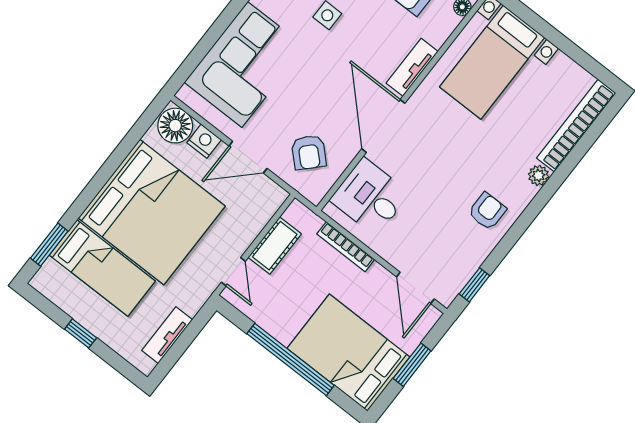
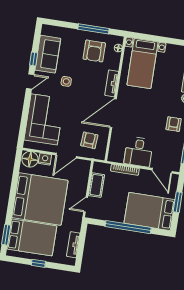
door: (383, 126) -> (113, 113), hinge flipped
armchair: (309, 152) -> (89, 140), turned -130
desk: (370, 197) -> (138, 152), moved, turned -90
bed: (102, 268) -> (32, 237), width x1.50
door: (233, 272) -> (86, 205), swing flipped

